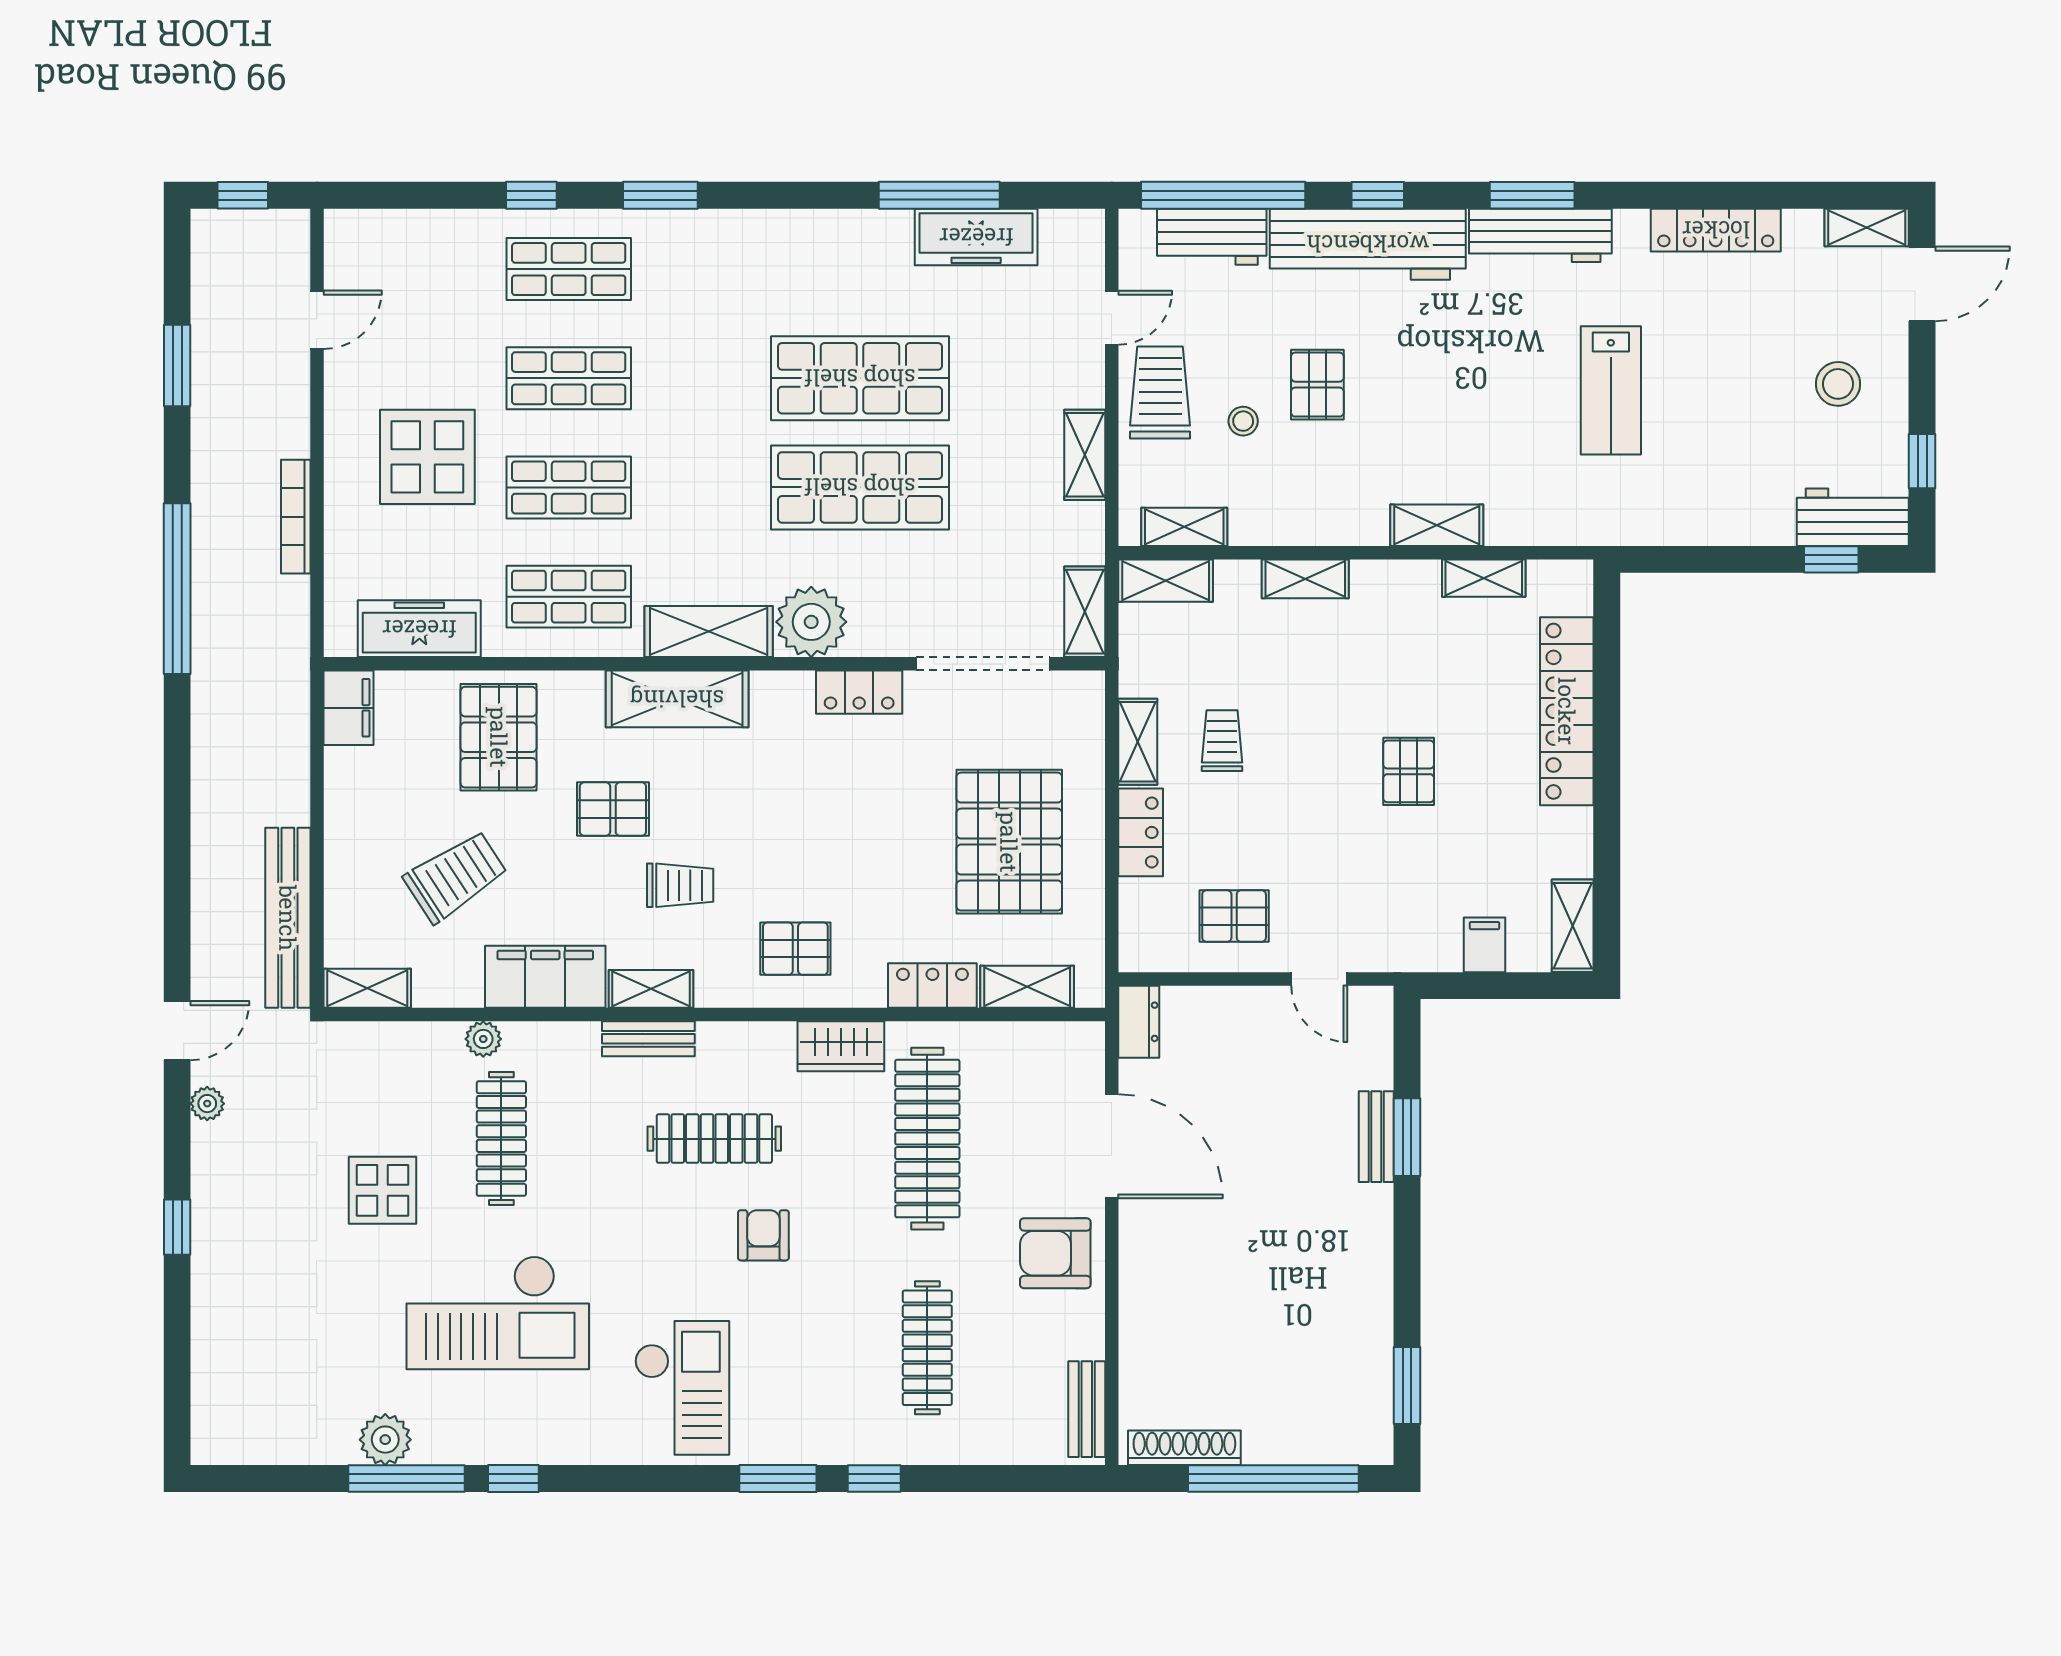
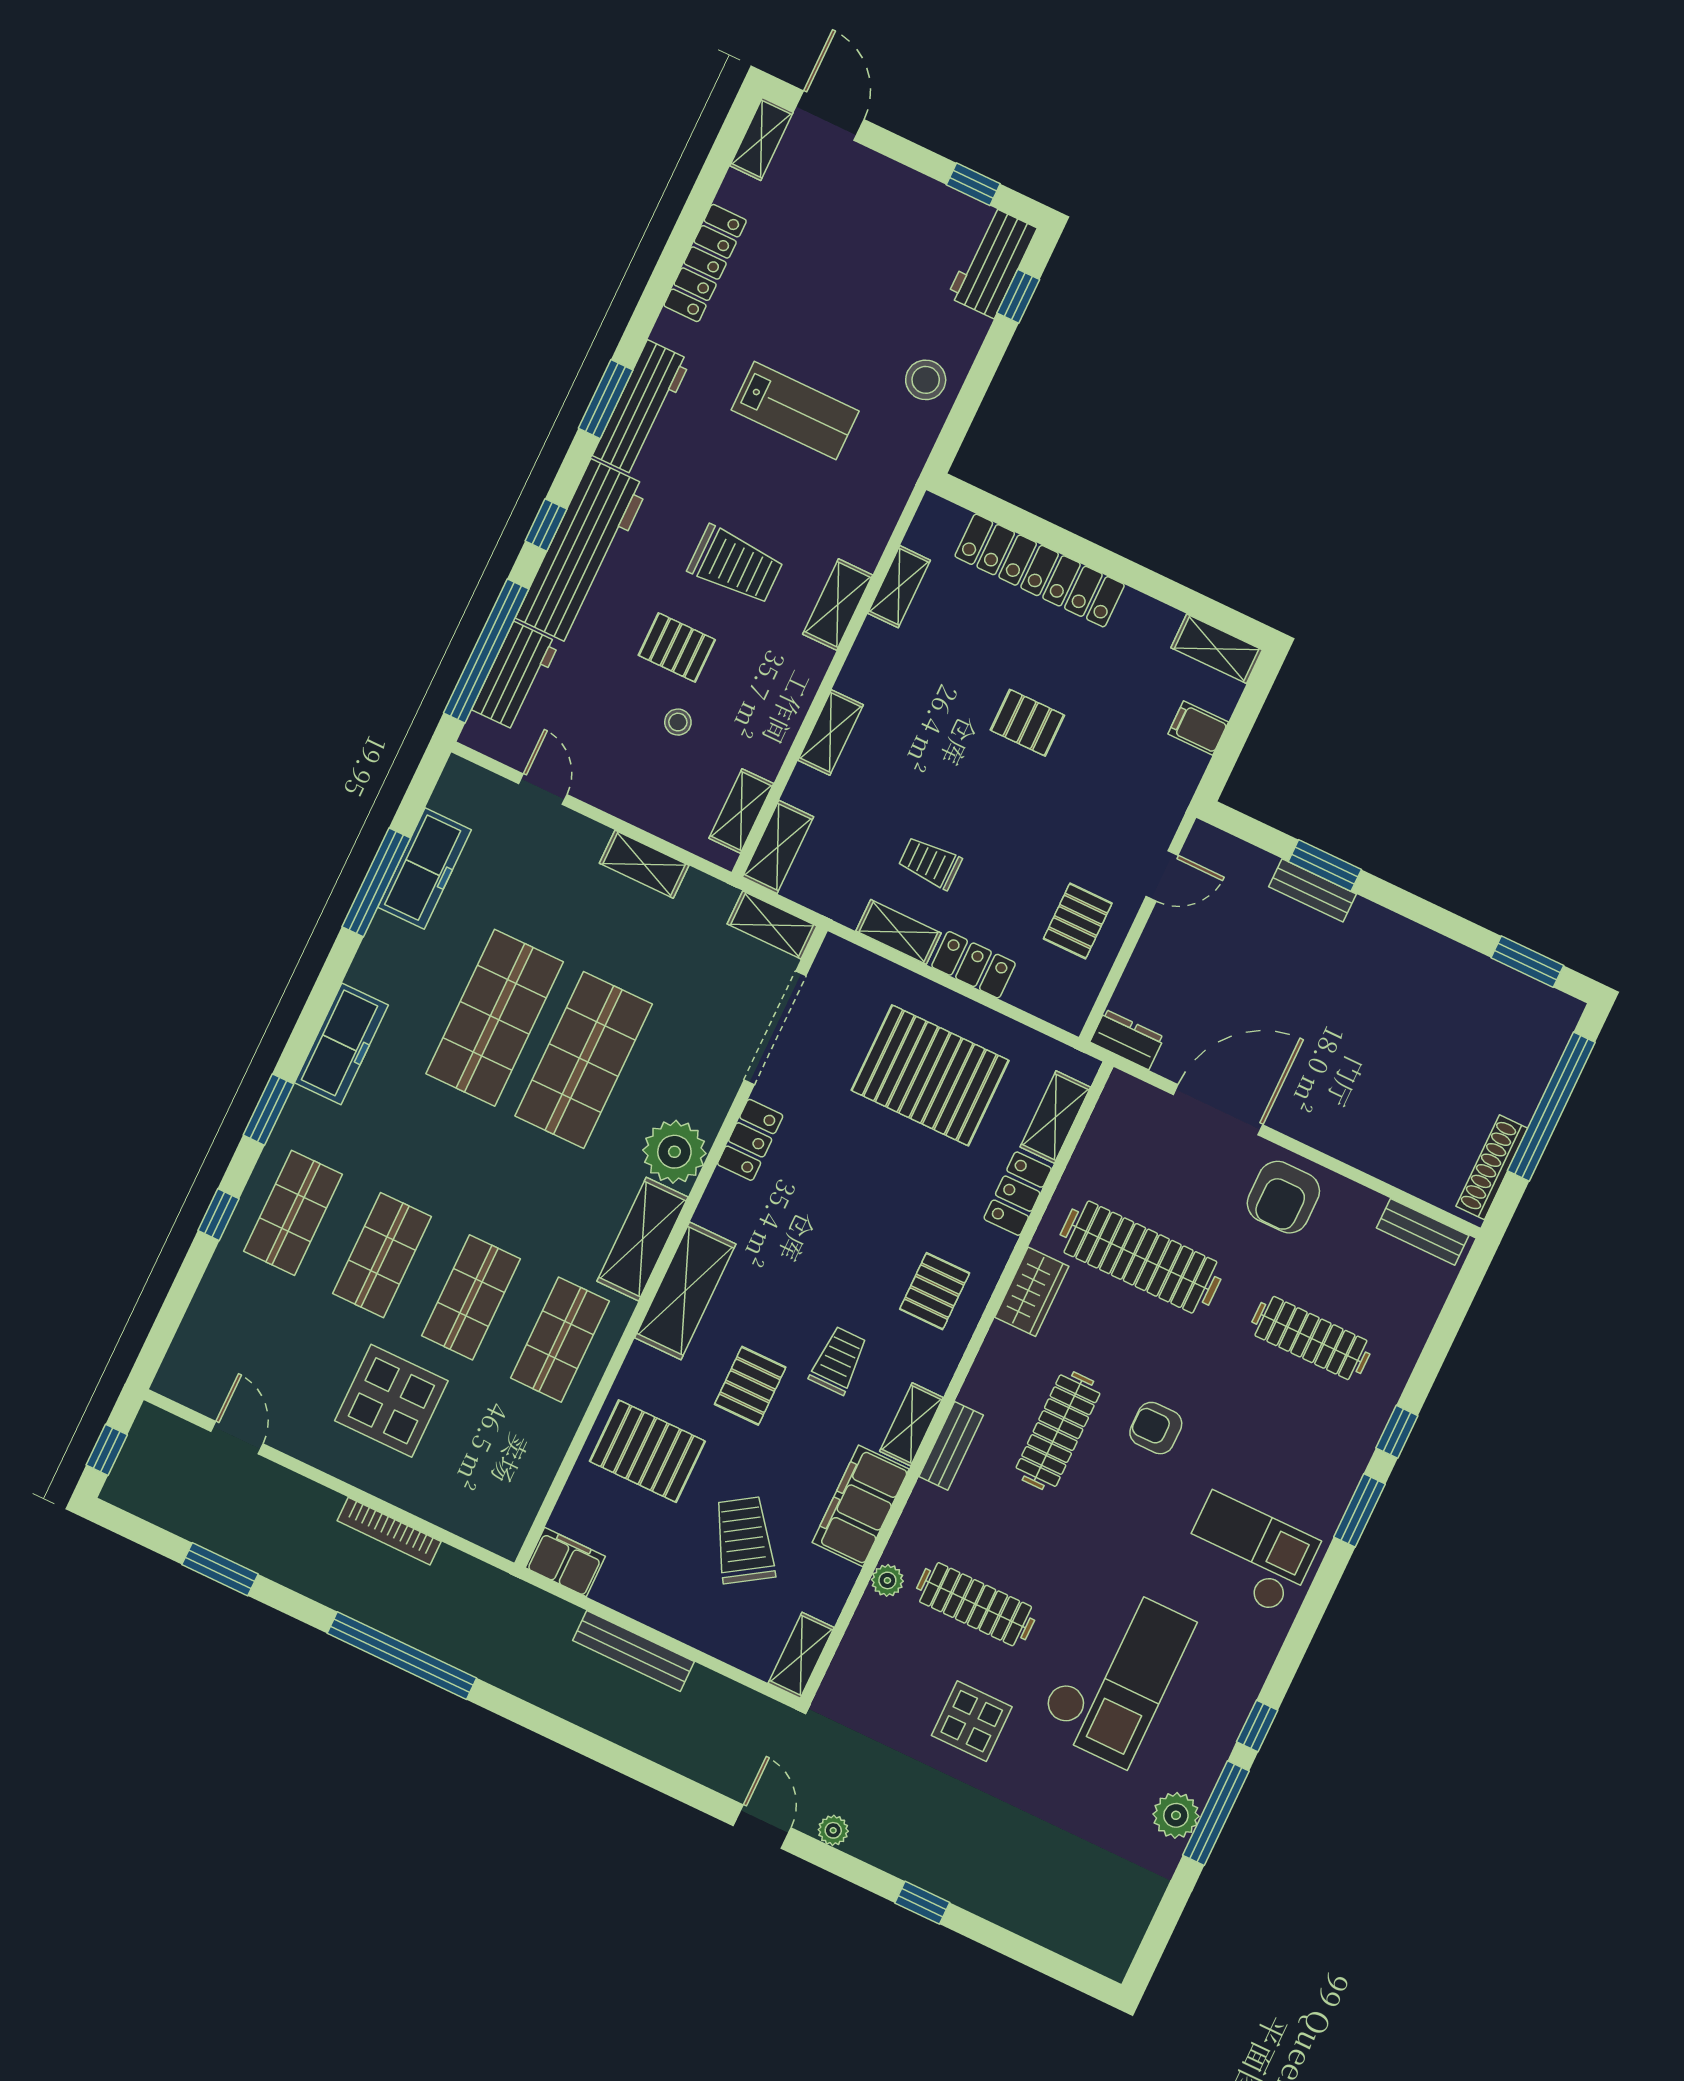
stool: (1838, 384) -> (926, 380), moved
trolley: (1160, 393) -> (736, 565), moved, turned 180
freezer: (419, 629) -> (341, 1044), moved, turned 180
bench: (288, 918) -> (633, 1651), moved, width x0.73, depth x0.82

